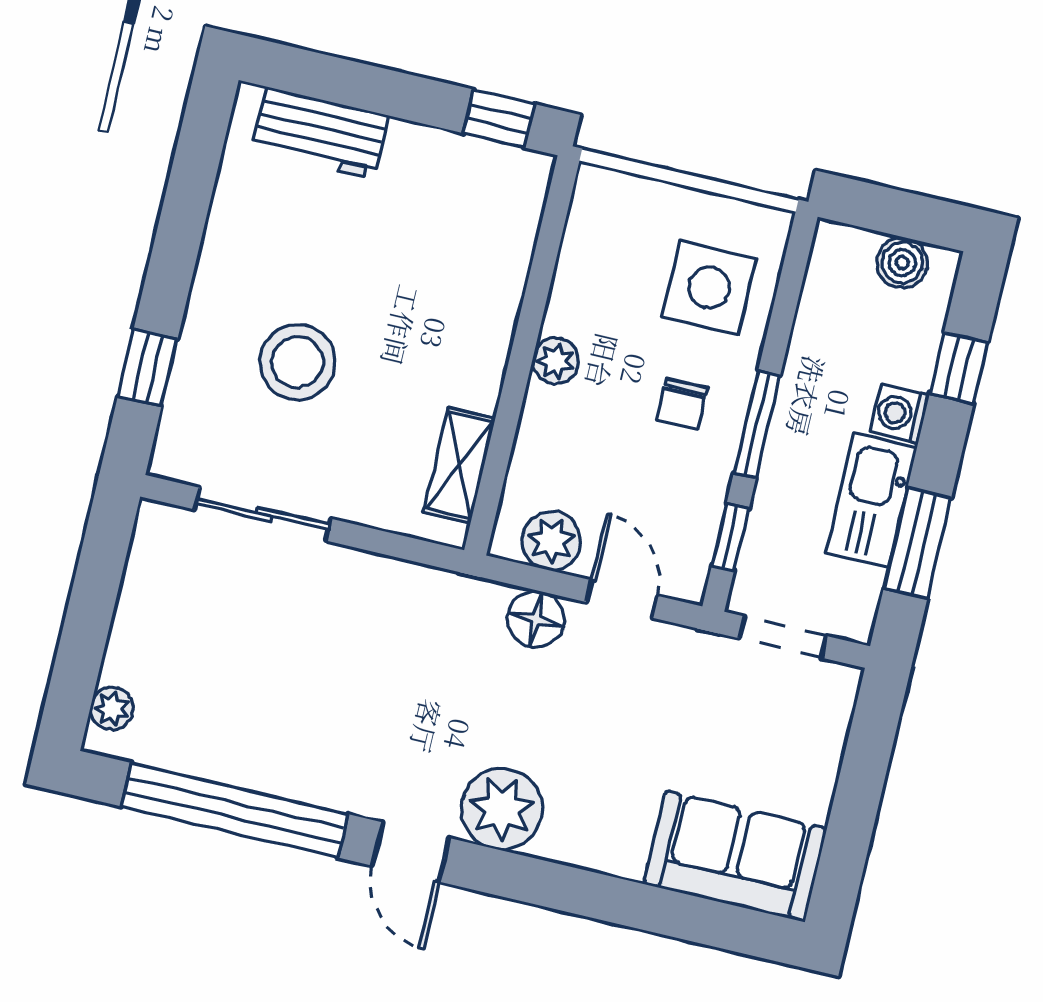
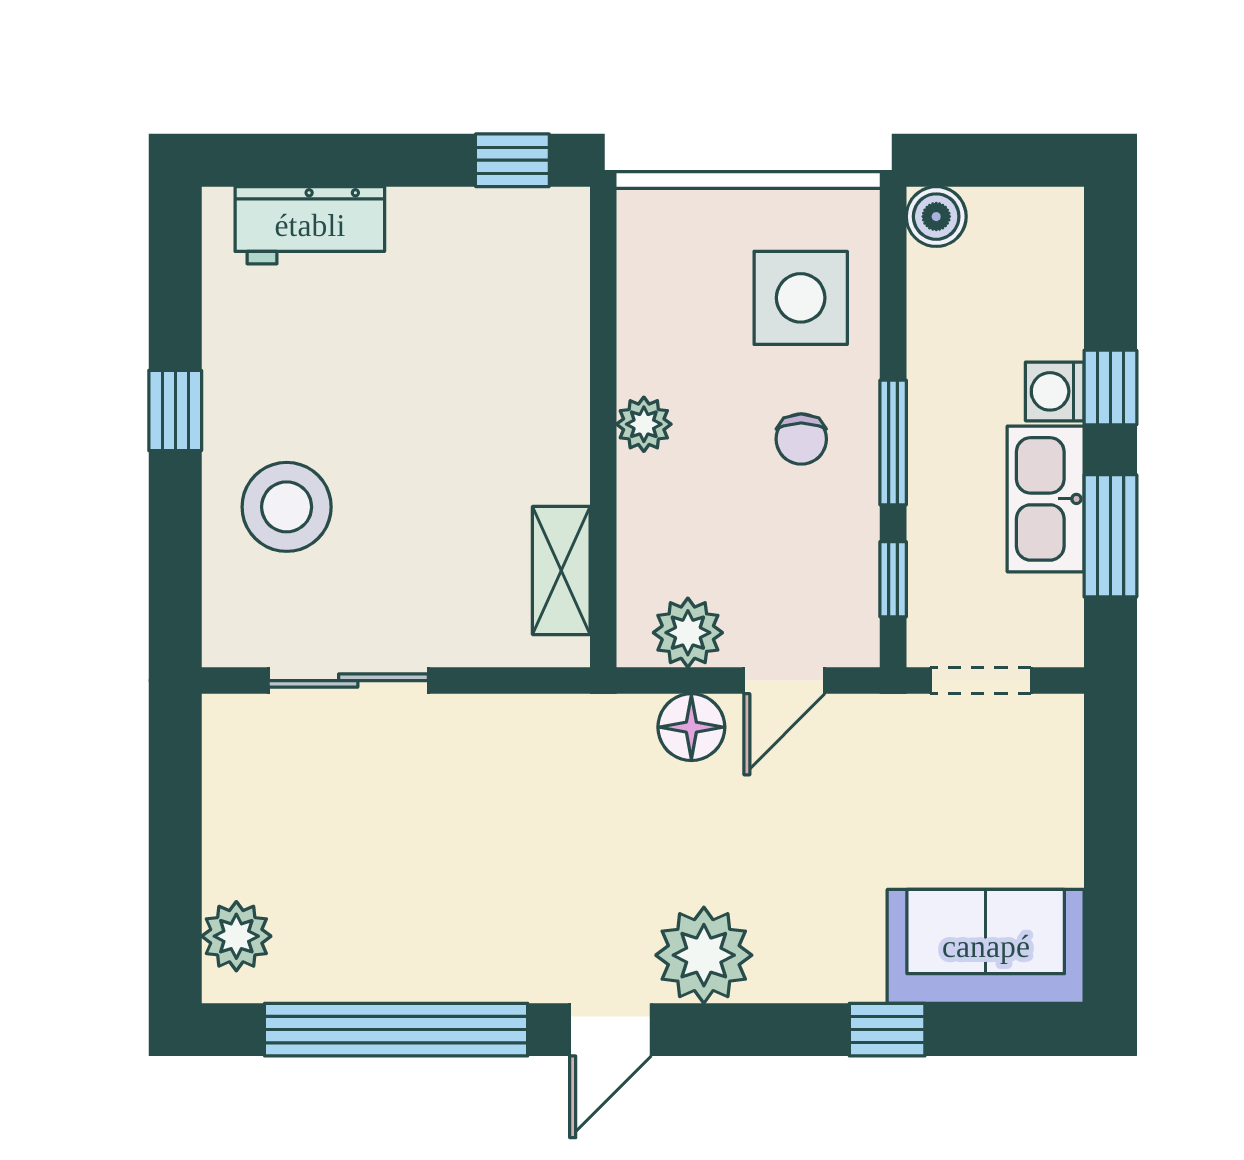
boiler: (902, 263) -> (936, 217), moved
stool: (298, 362) -> (287, 507), moved
window: (148, 368) -> (175, 411), moved
window: (959, 368) -> (1110, 388), moved
door: (621, 599) -> (784, 681), swing flipped
plant: (112, 708) -> (236, 936), width x1.38, depth x1.38
door: (411, 852) -> (611, 1030), hinge flipped
window: (638, 906) -> (887, 1030), added

